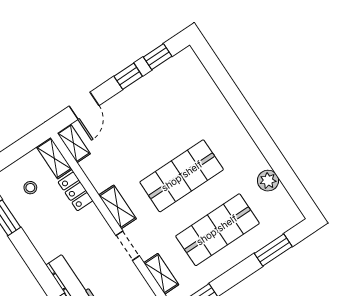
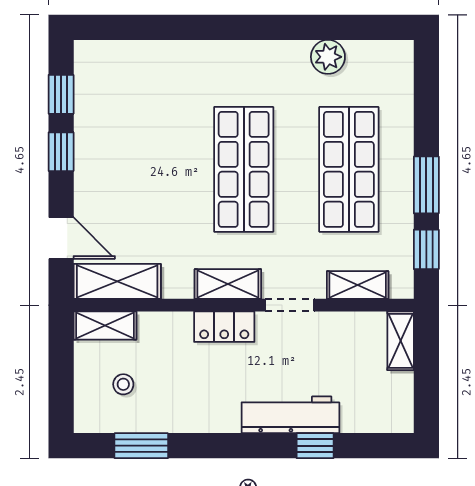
shelving: (74, 143) -> (117, 281), width x1.50, depth x1.33
locker: (75, 191) -> (224, 327), moved
window: (273, 250) -> (426, 185), moved

